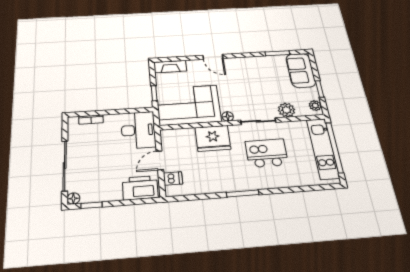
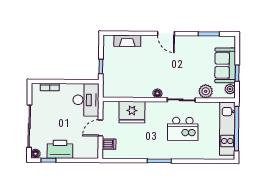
door: (213, 57) -> (166, 34), moved
fireplace: (170, 67) -> (127, 41), moved
sofa: (301, 70) -> (225, 65), moved
corner sofa: (188, 105) -> (127, 80), removed
fridge: (213, 138) -> (132, 112), moved
kitchen island: (267, 153) -> (183, 129), turned 180
printer: (140, 188) -> (60, 149), moved

